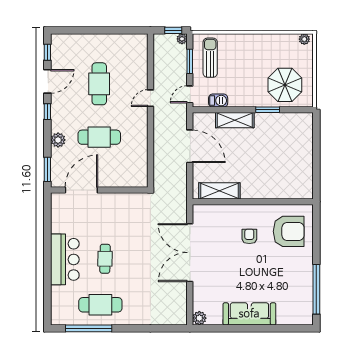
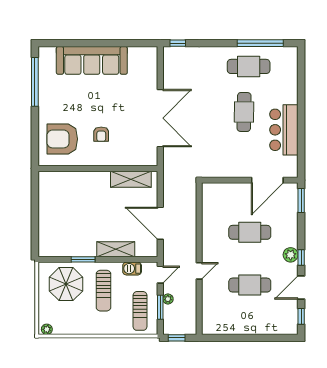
plant: (182, 39) -> (168, 299), moved
sun lounger: (247, 78) -> (103, 291), added
cafe table: (99, 84) -> (250, 285), turned 90
plant: (58, 140) -> (291, 255), moved
bar counter: (65, 259) -> (284, 130), moved
cafe table: (105, 259) -> (244, 112), width x1.37, depth x1.35
sofa: (249, 314) -> (92, 60), width x1.36, depth x1.27
plant: (199, 318) -> (151, 53), removed
window: (172, 328) -> (178, 43), added

